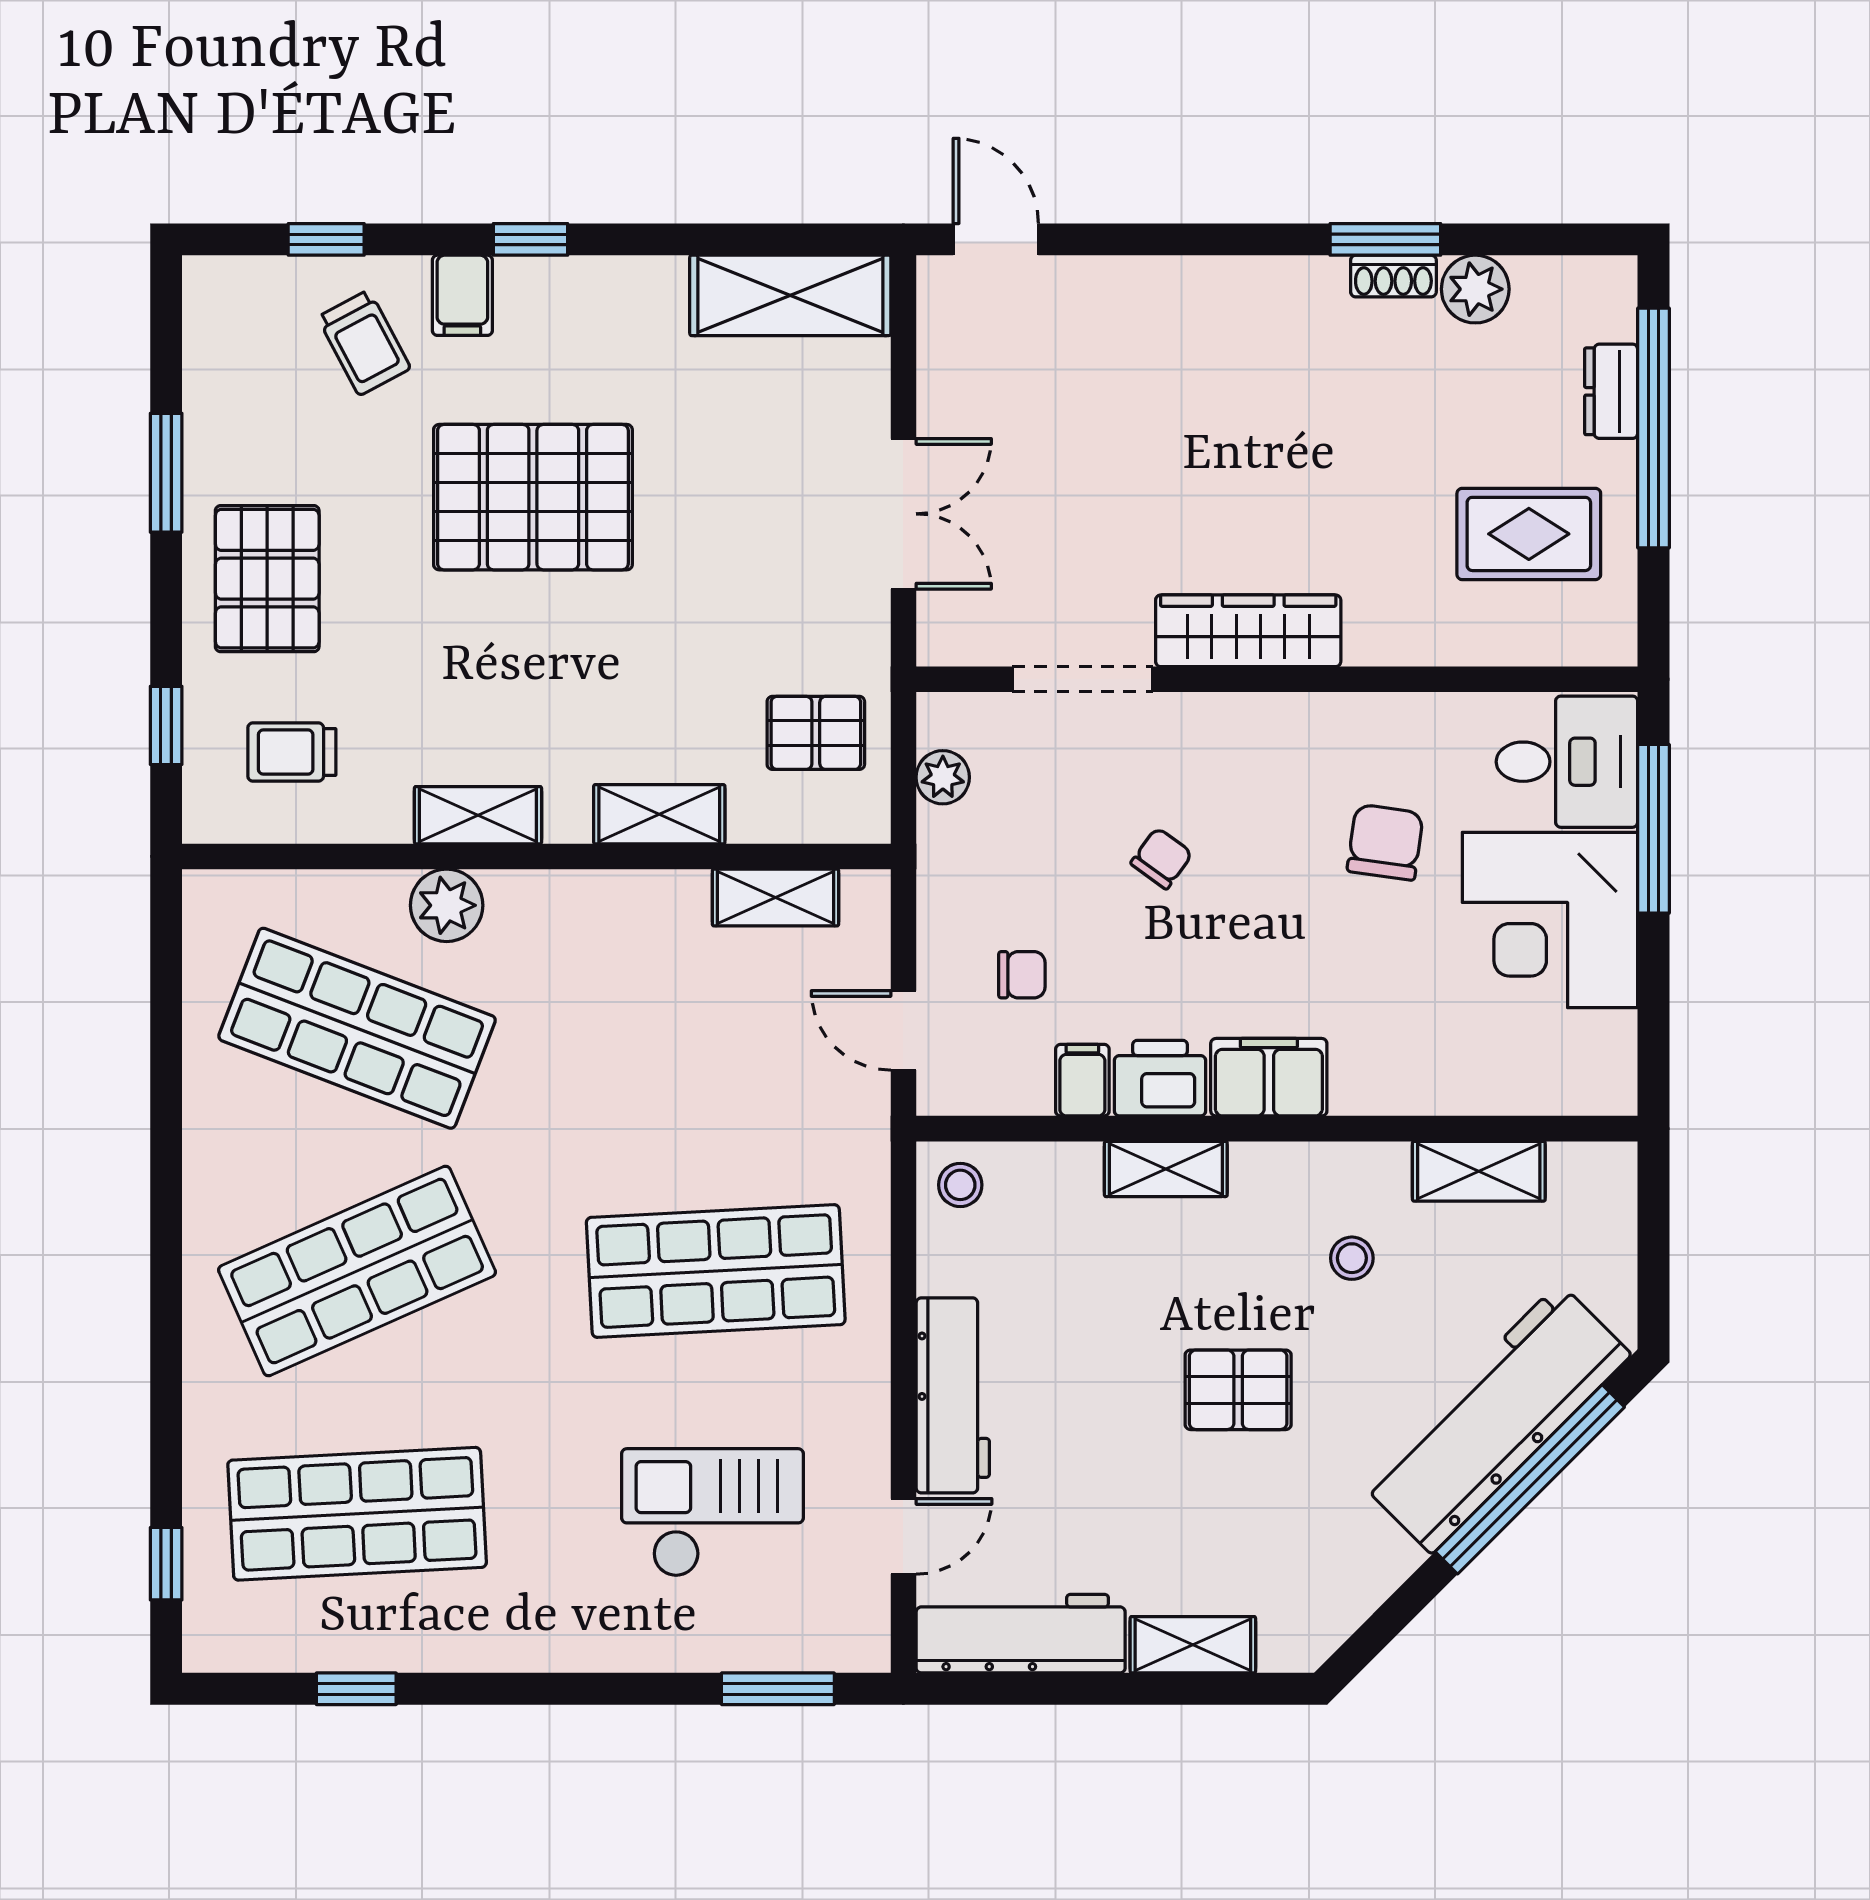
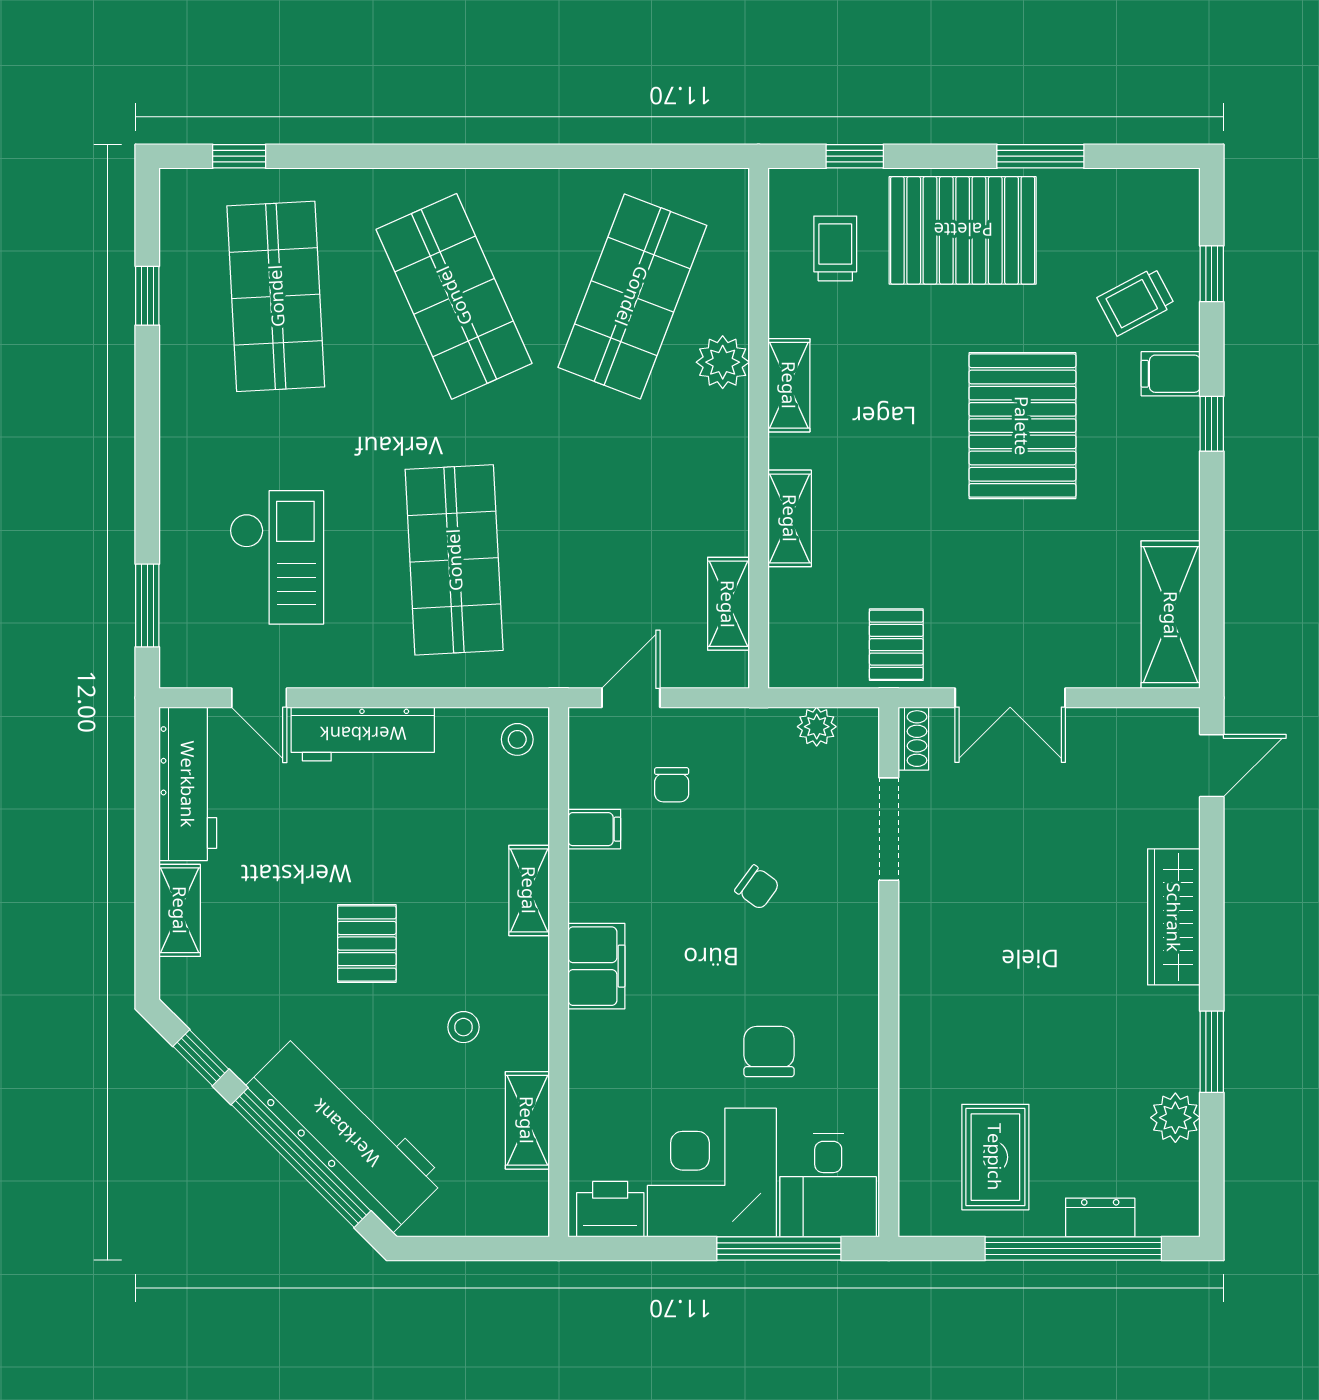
shoe rack: (1393, 276) -> (913, 739), moved, turned 180
pallet: (267, 579) -> (963, 230), width x1.37, depth x1.41
wardrobe: (1248, 631) -> (1174, 917), moved, turned 180
pallet: (816, 733) -> (896, 645), moved
chair: (1385, 842) -> (769, 1052), turned -98
printer: (1160, 1078) -> (610, 1209), moved, turned -90
window: (1394, 1616) -> (201, 1058), added

